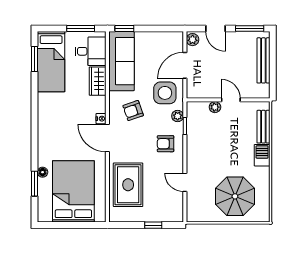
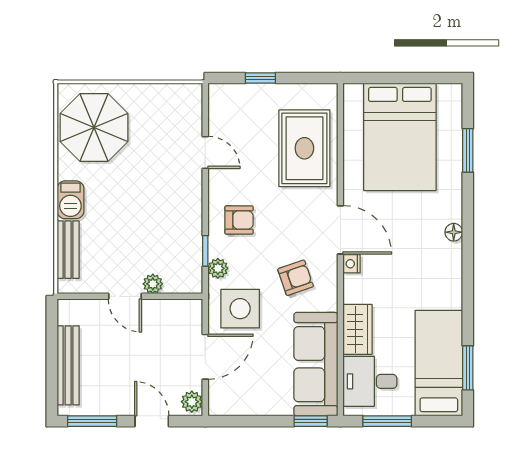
floor lamp: (43, 172) -> (454, 232), moved
parasol: (235, 196) -> (94, 128), moved

